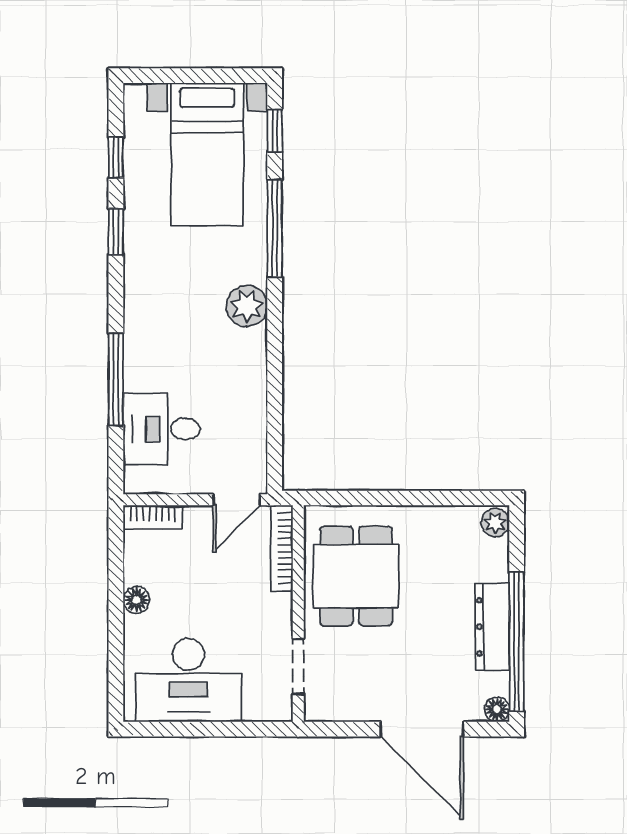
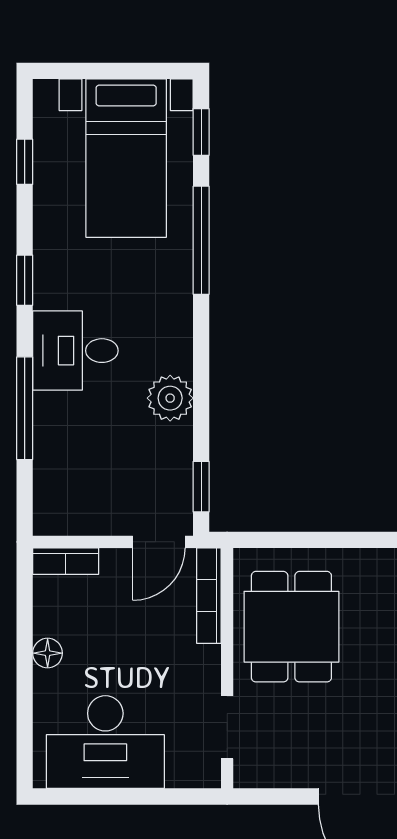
window: (116, 232) -> (25, 280), moved
plant: (247, 306) -> (170, 398), moved
desk: (162, 429) -> (75, 351), moved
window: (275, 450) -> (201, 487), added

